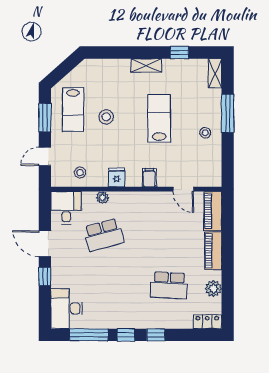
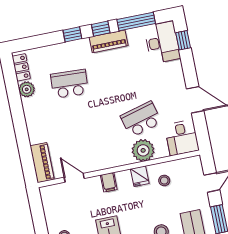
stool: (80, 173) -> (164, 181), moved
plant: (103, 198) -> (143, 150), width x1.87, depth x1.87
piano: (213, 251) -> (109, 41), moved, turned 90
window: (45, 276) -> (183, 40), moved
locker: (207, 322) -> (21, 67), moved, turned -90

